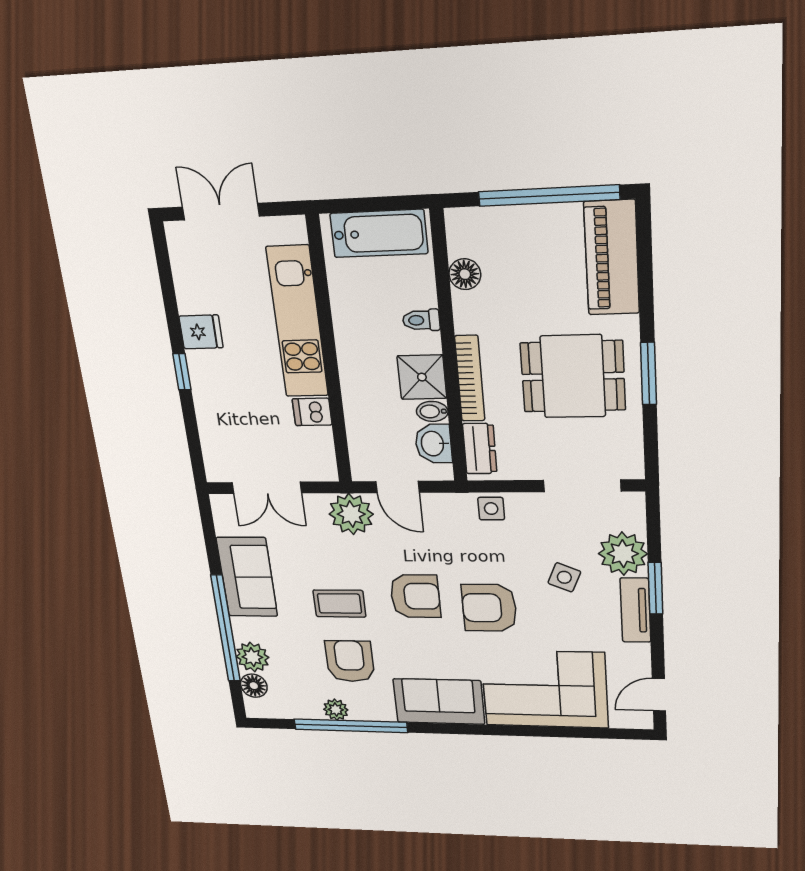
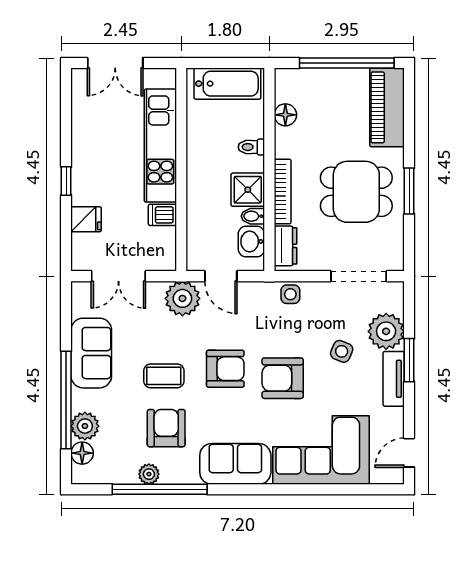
double door: (221, 212) -> (115, 63), swing flipped
fridge: (201, 332) -> (86, 219), moved

